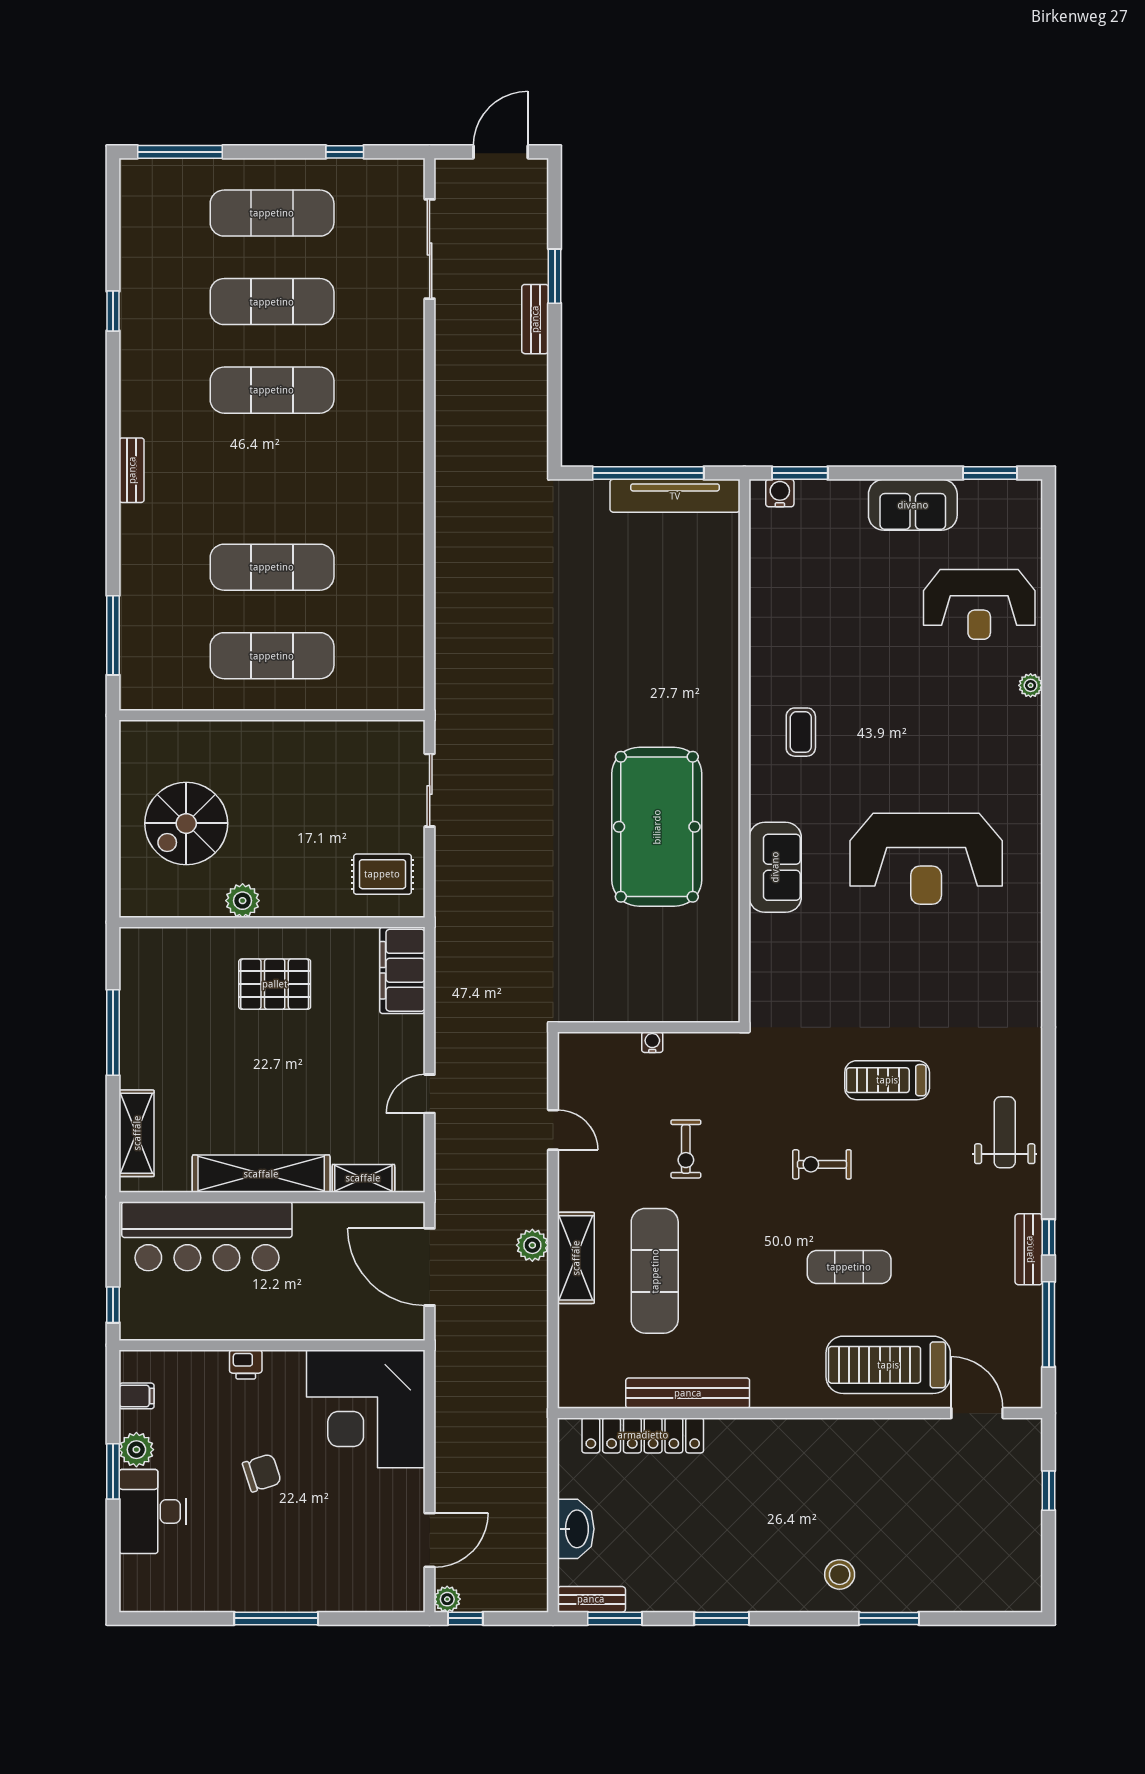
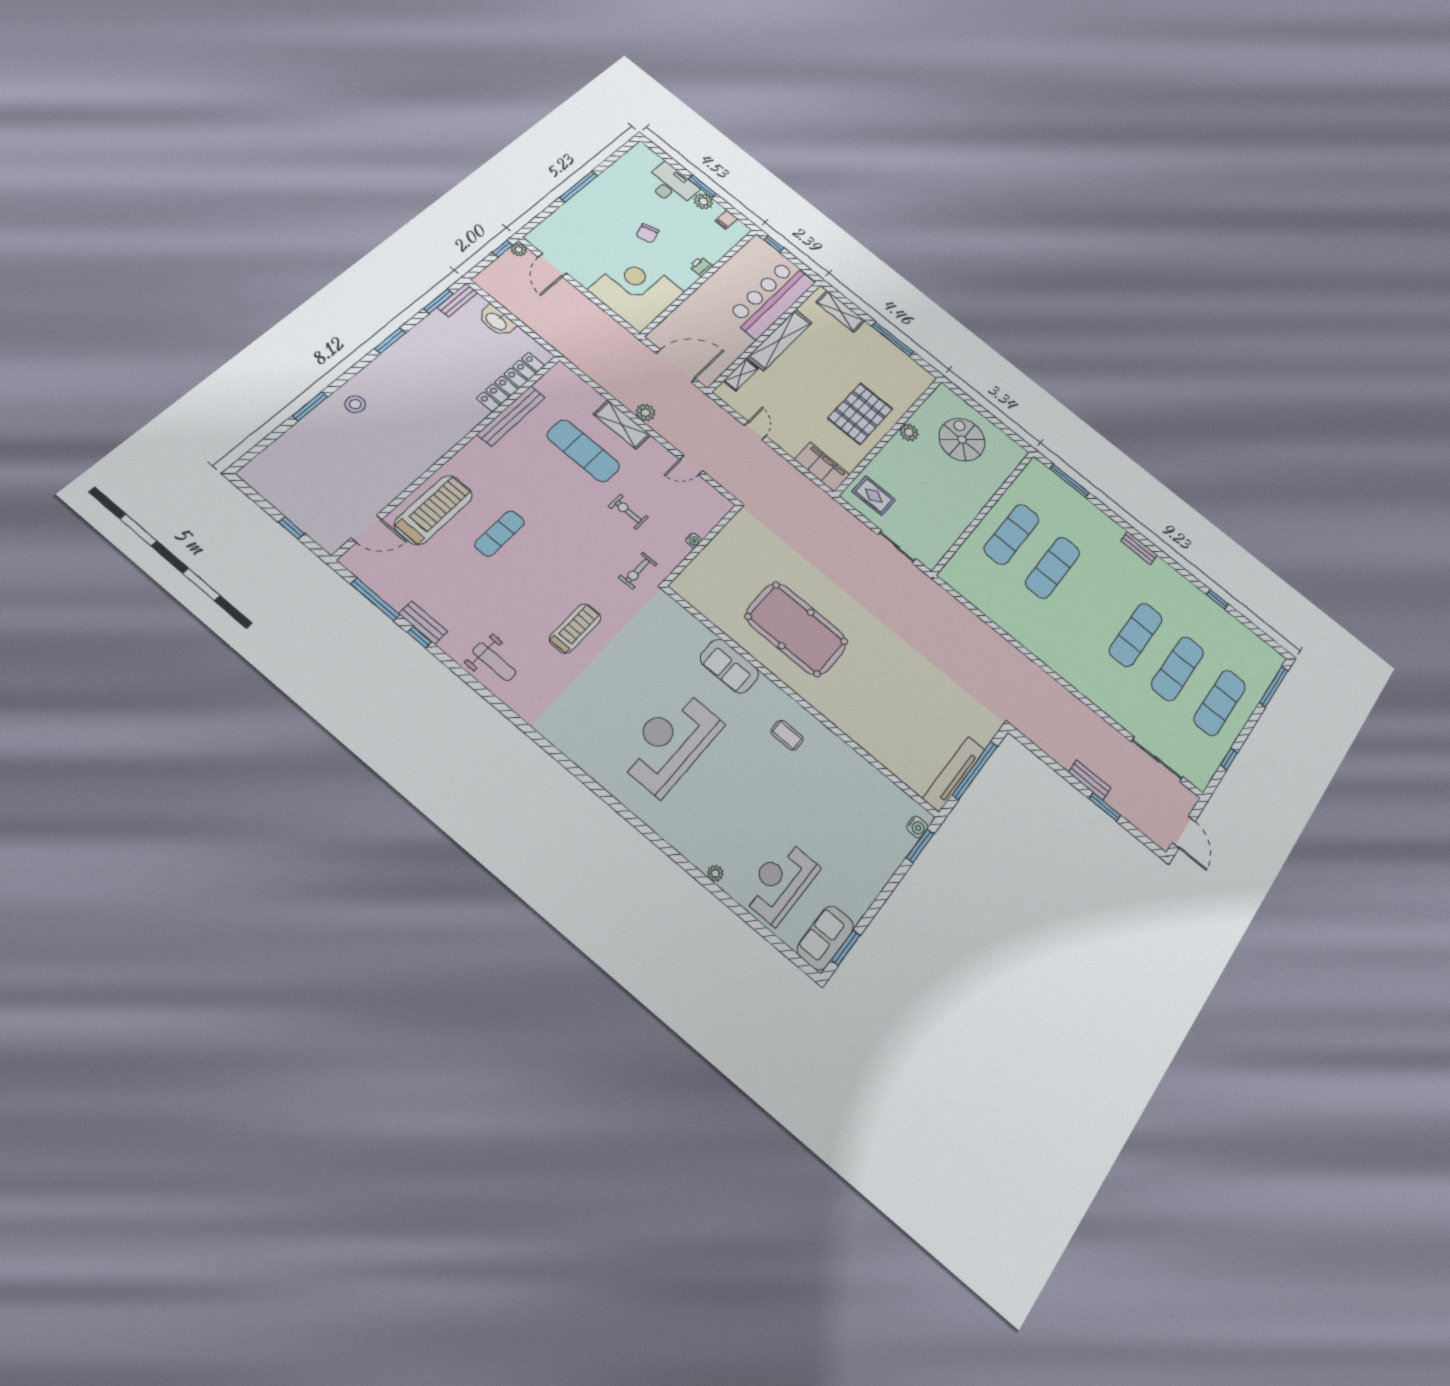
sofa: (913, 505) -> (825, 938), moved
rug: (382, 874) -> (874, 496), turned 90
pallet: (275, 984) -> (860, 414), width x1.37, depth x1.41
exercise bike: (822, 1164) -> (638, 571), moved, turned 180

